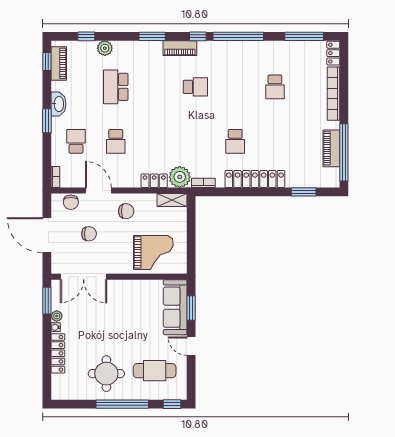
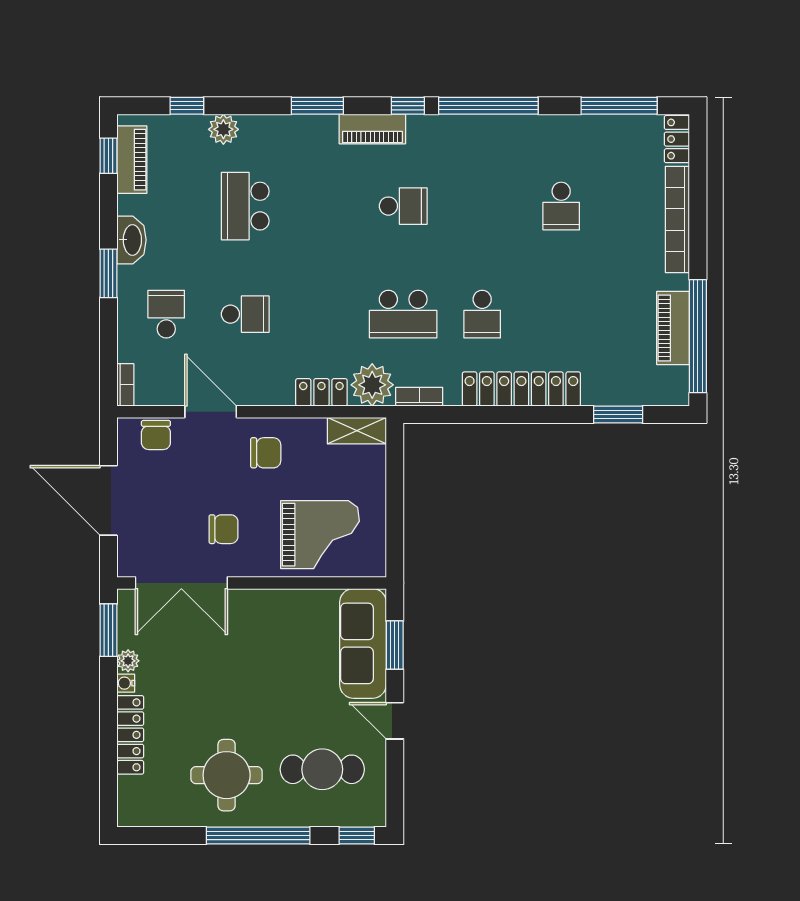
school desk: (116, 141) -> (245, 314), turned -90
school desk: (195, 141) -> (403, 314), added
chair: (89, 234) -> (224, 529), moved

